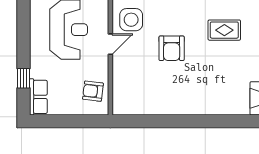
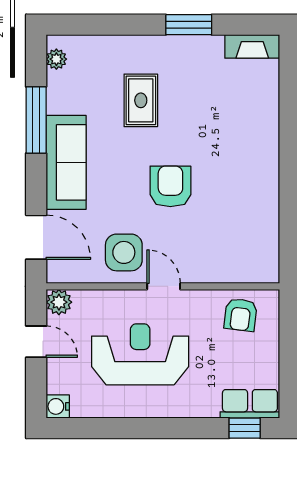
armchair: (172, 48) -> (170, 186), turned -90
window: (24, 78) -> (245, 428), moved

